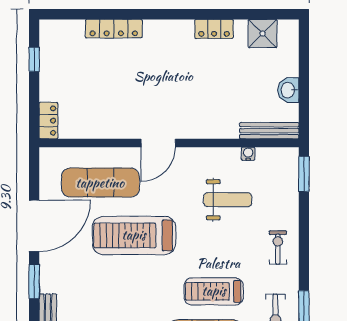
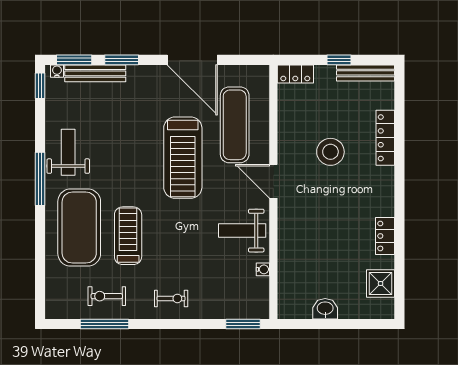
window: (34, 59) -> (339, 60), moved
stool: (128, 85) -> (330, 152), added
bench: (269, 131) -> (366, 73), moved, turned 90
weight bench: (228, 200) -> (242, 231), moved, turned 90
treadmill: (134, 235) -> (183, 158), turned 180
window: (34, 282) -> (122, 60), moved

